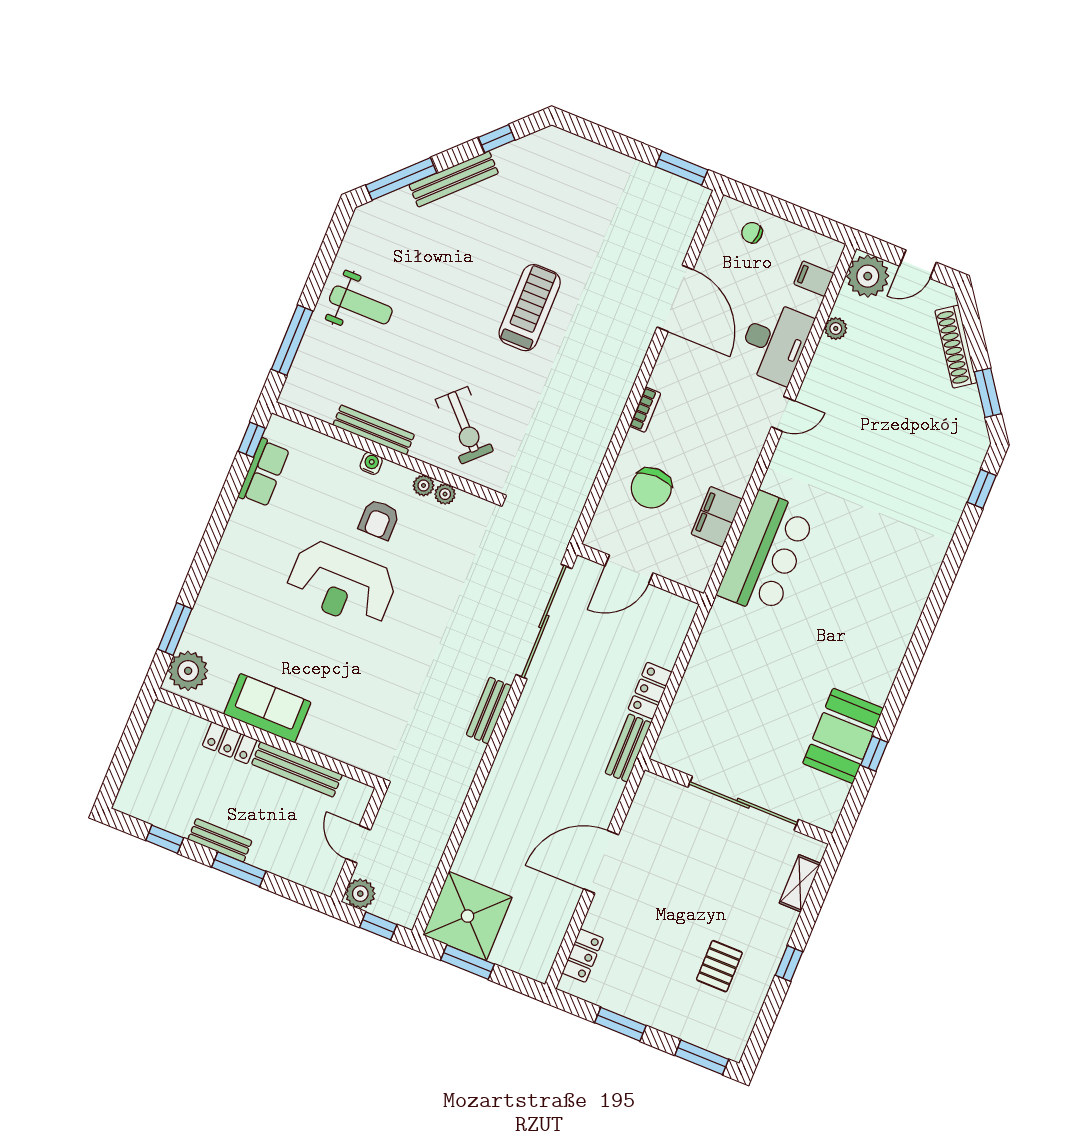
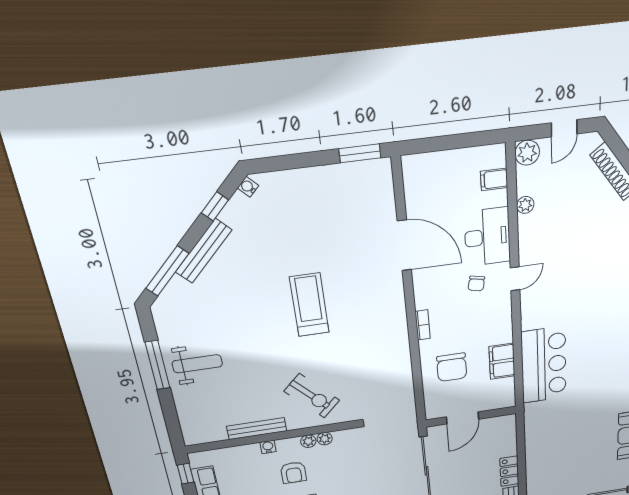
water cooler: (544, 138) -> (248, 187), added
chair: (752, 233) -> (476, 283), moved, turned -84
plant: (868, 276) -> (527, 153), width x0.73, depth x0.73
window: (292, 340) -> (158, 365), moved

